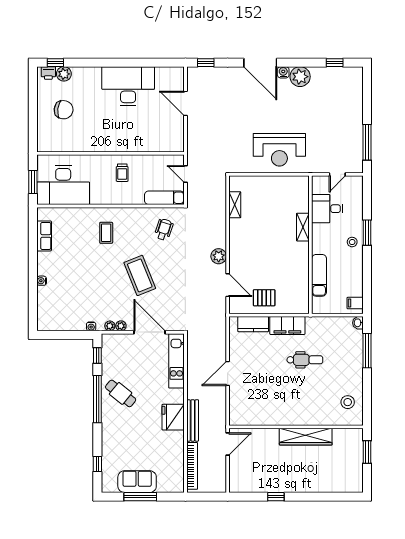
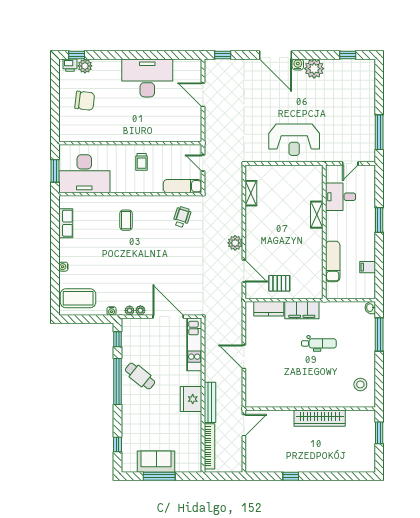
stool: (352, 242) -> (365, 229), removed
coffee table: (140, 275) -> (78, 298), moved, turned -68
filing cabinet: (355, 303) -> (368, 267), moved
door: (228, 373) -> (244, 357), hinge flipped

